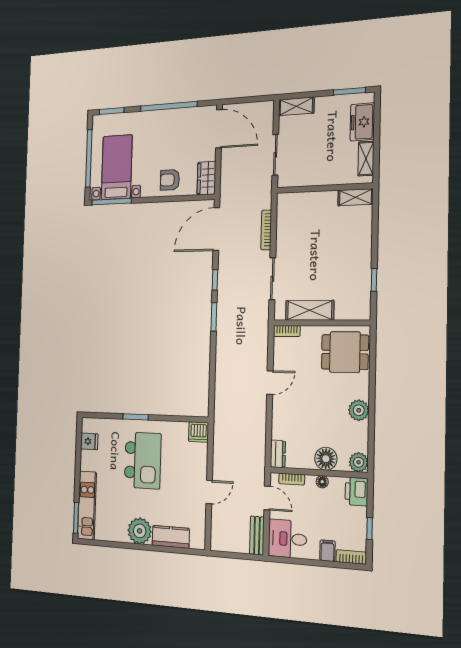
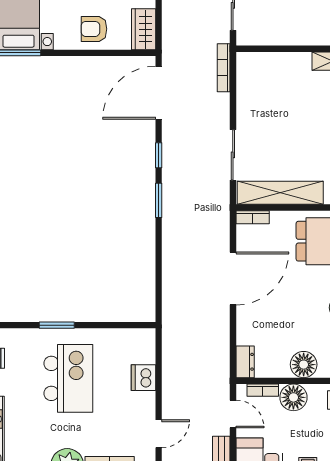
bookcase: (266, 230) -> (224, 68), moved
shelving: (310, 310) -> (280, 193), width x1.47
door: (270, 383) -> (233, 279), width x1.88
dishwasher: (199, 432) -> (143, 378), moved, turned 90
floor lamp: (322, 482) -> (293, 397), width x1.89, depth x1.89
door: (209, 492) -> (159, 434), moved

